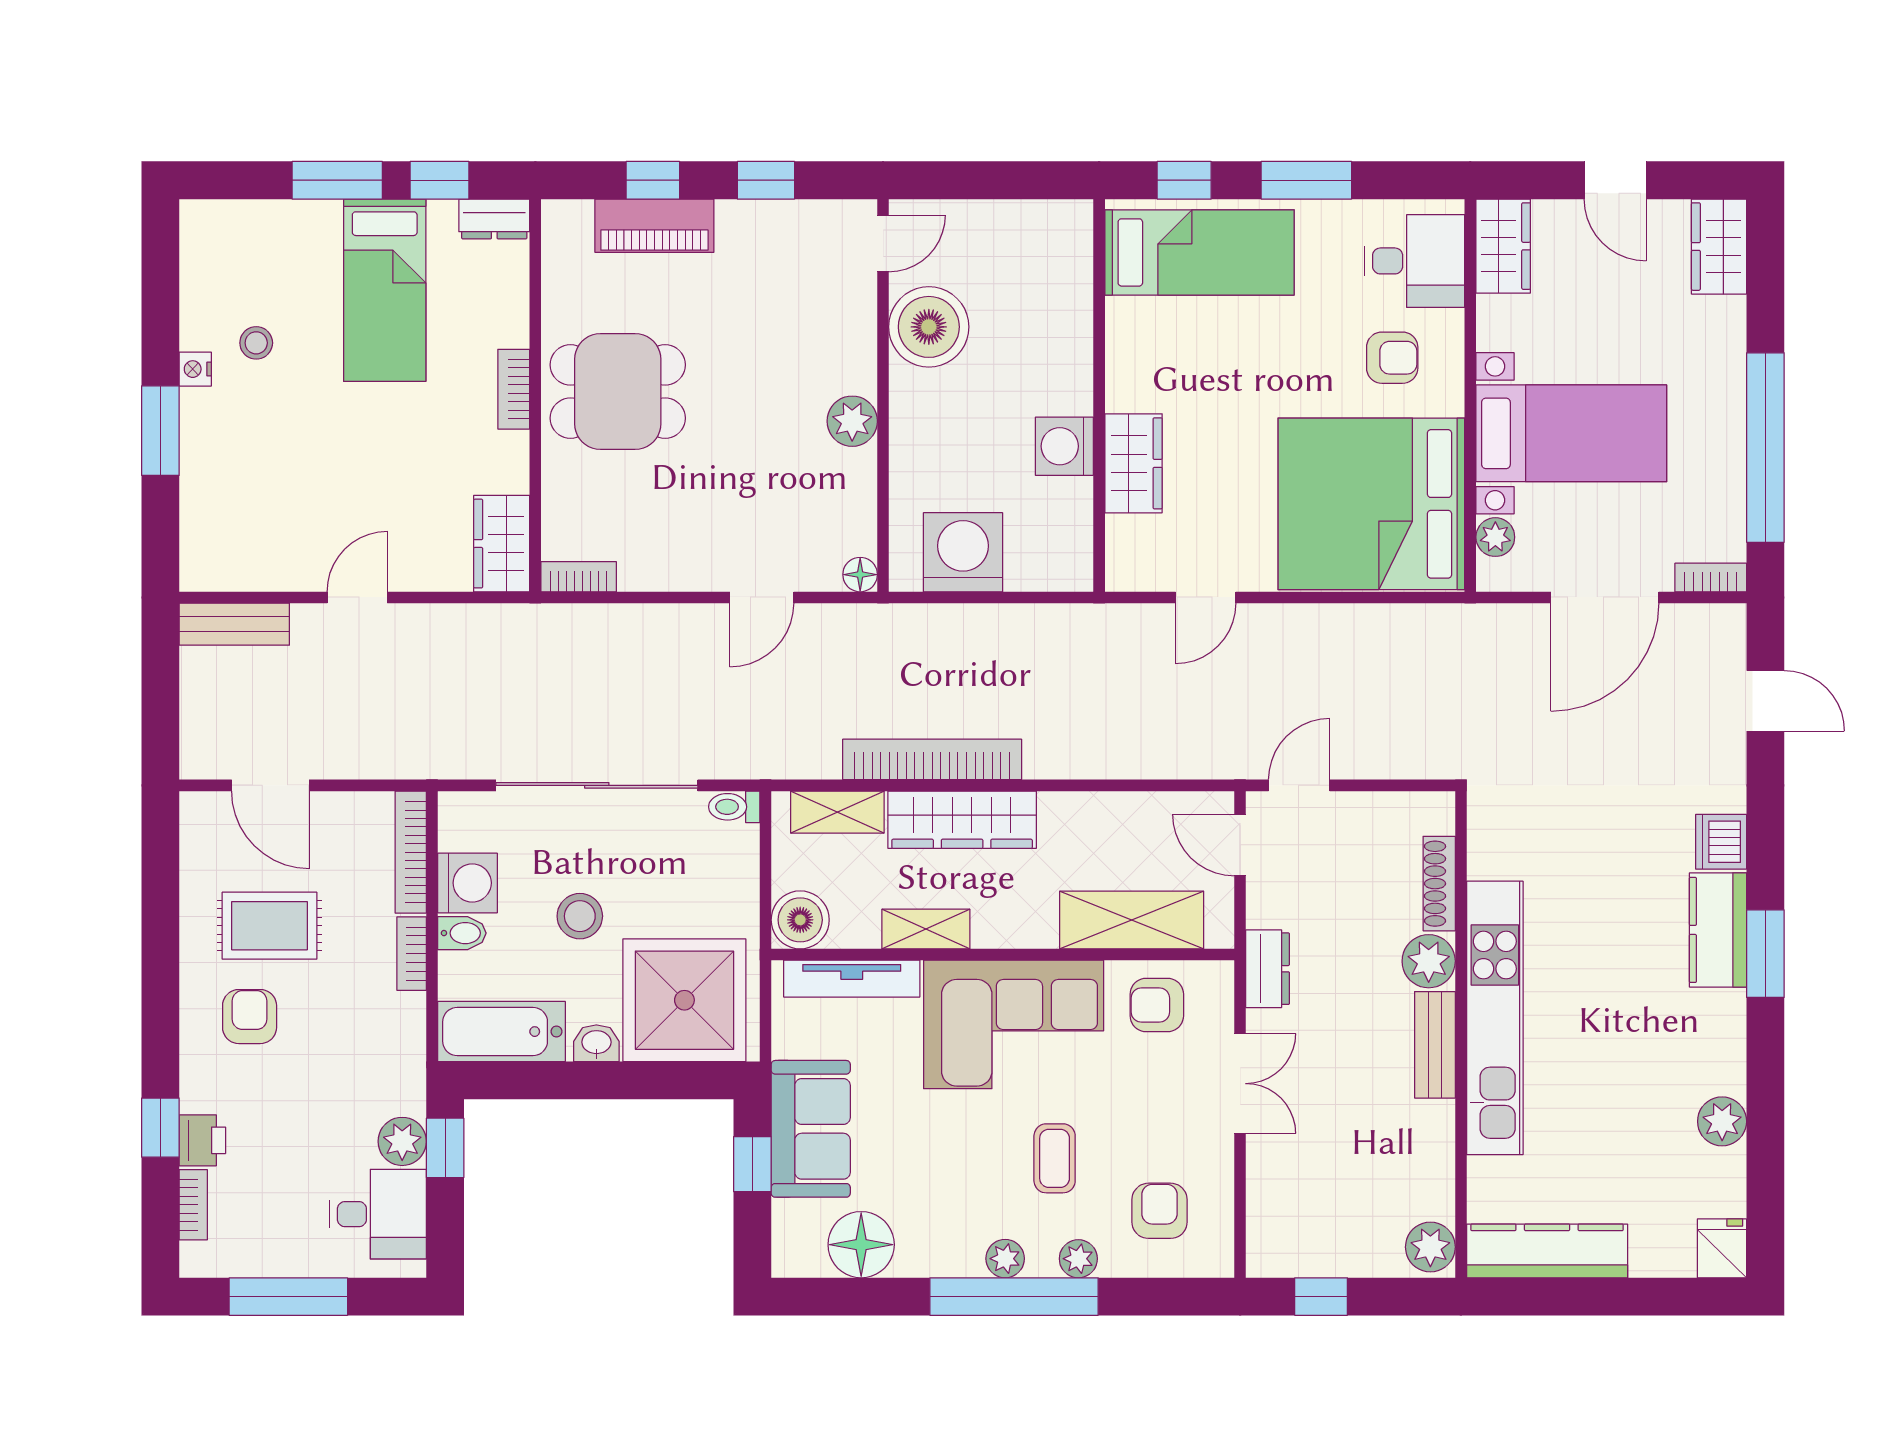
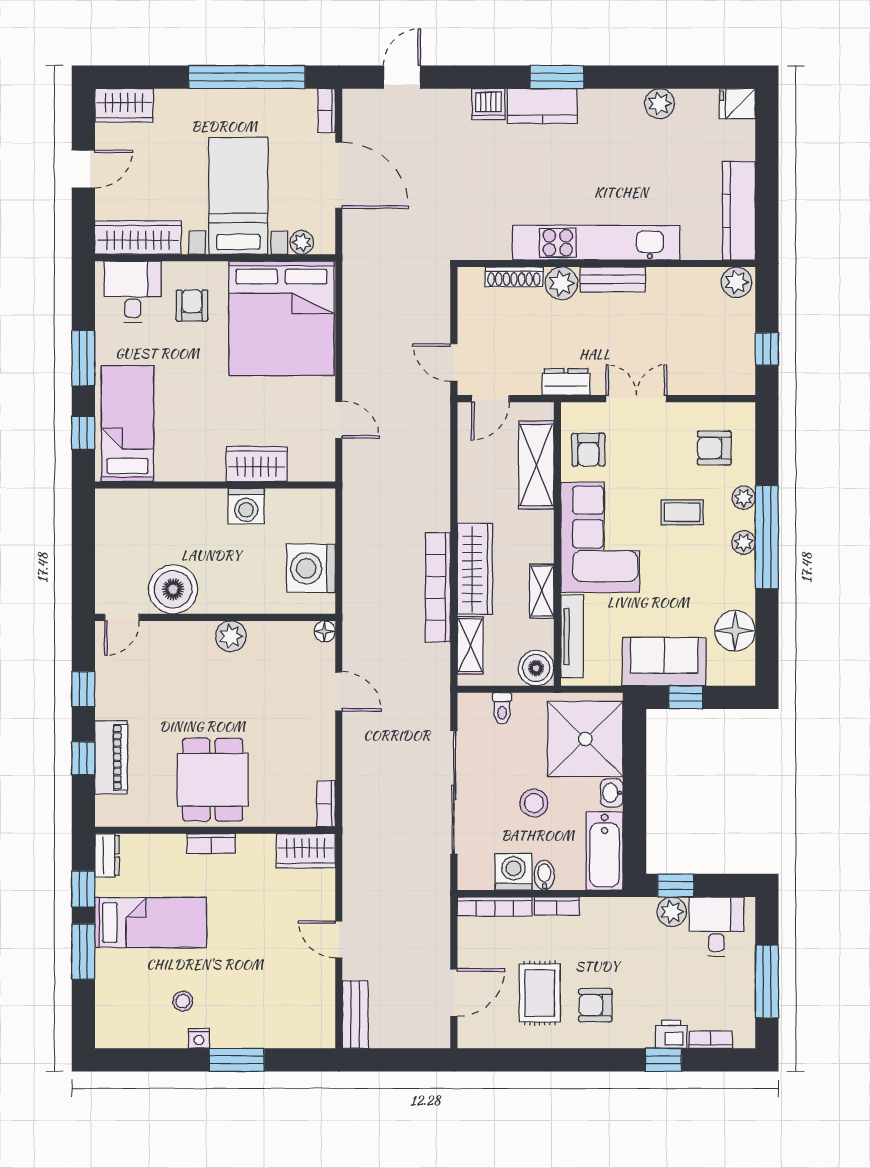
door: (883, 244) -> (122, 617), swing flipped
wardrobe: (1503, 246) -> (138, 238), width x1.50
toilet: (734, 807) -> (502, 708), moved

